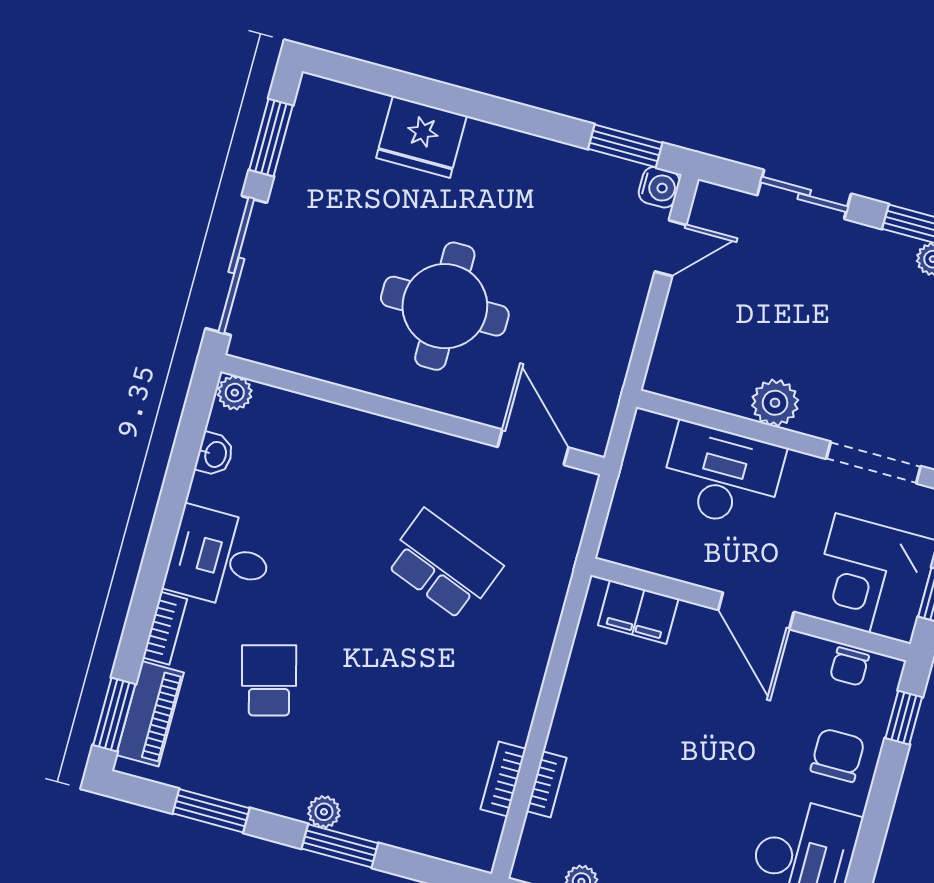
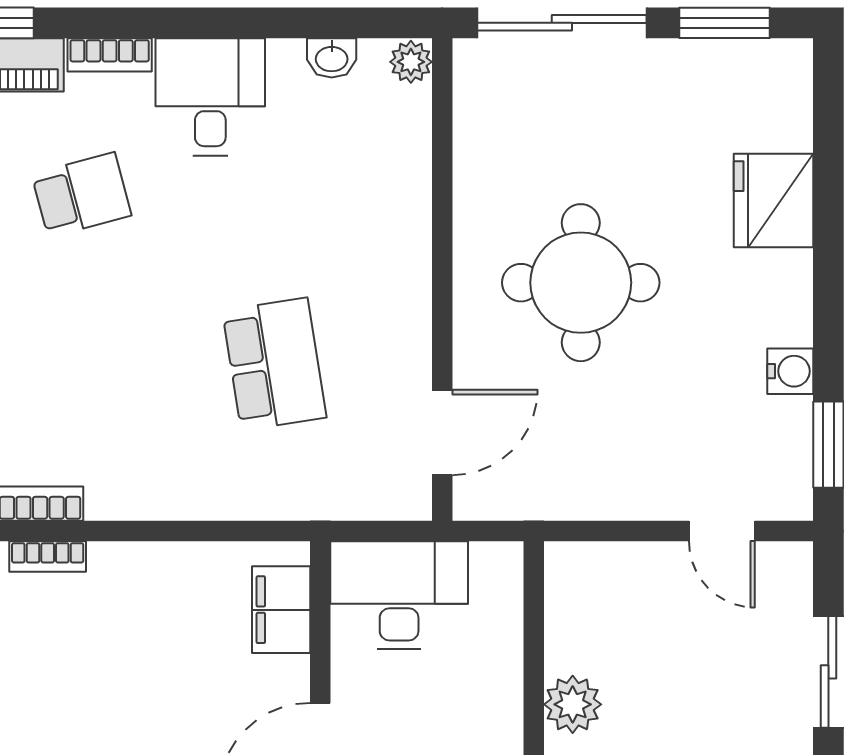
water cooler: (659, 187) -> (790, 371), moved, turned -90
desk: (722, 476) -> (399, 595), moved, turned -90
school desk: (443, 565) -> (274, 364), turned -30

